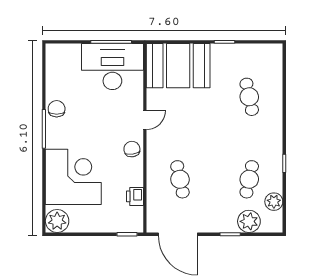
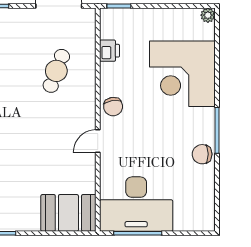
booth: (178, 66) -> (68, 213), width x0.73, depth x0.70
chair: (57, 109) -> (202, 154), turned 90
cafe table: (180, 179) -> (56, 71), turned 33
plant: (57, 221) -> (208, 15), width x0.53, depth x0.53

